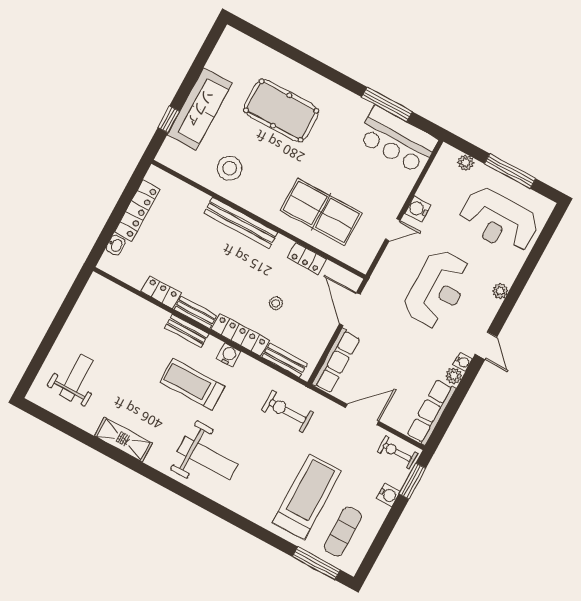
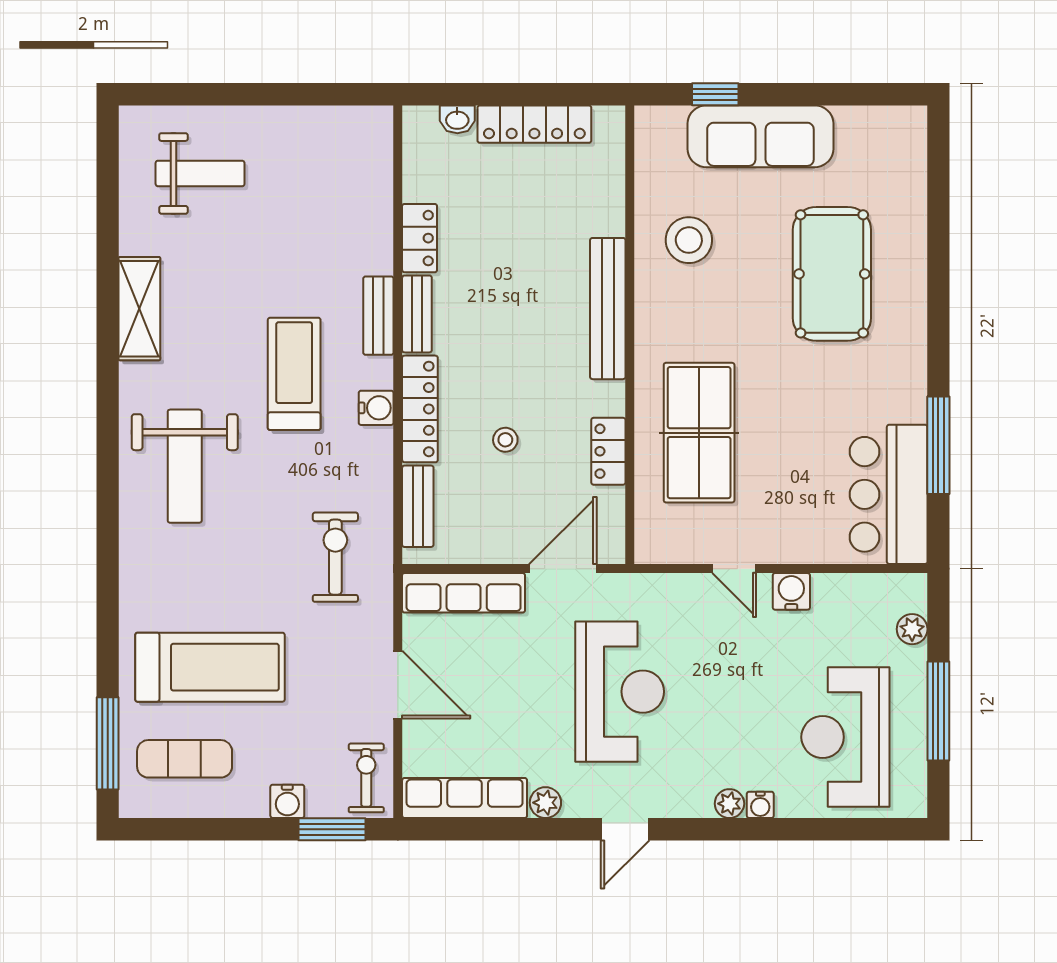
reception desk: (438, 289) -> (620, 692), moved, turned -90
water cooler: (463, 362) -> (760, 805), moved

